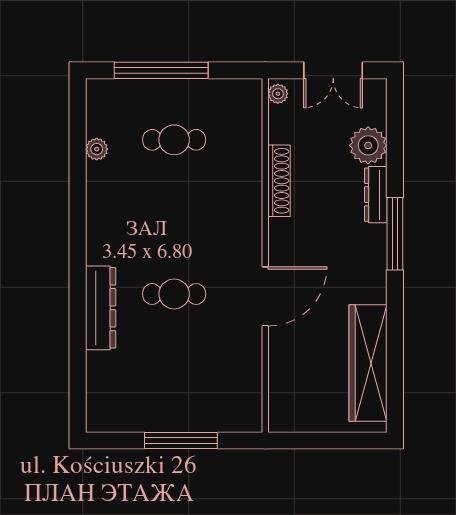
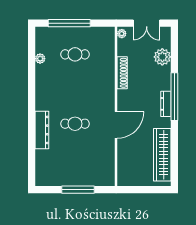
dresser: (376, 195) -> (166, 104), moved
window: (395, 234) -> (174, 97), width x1.46

